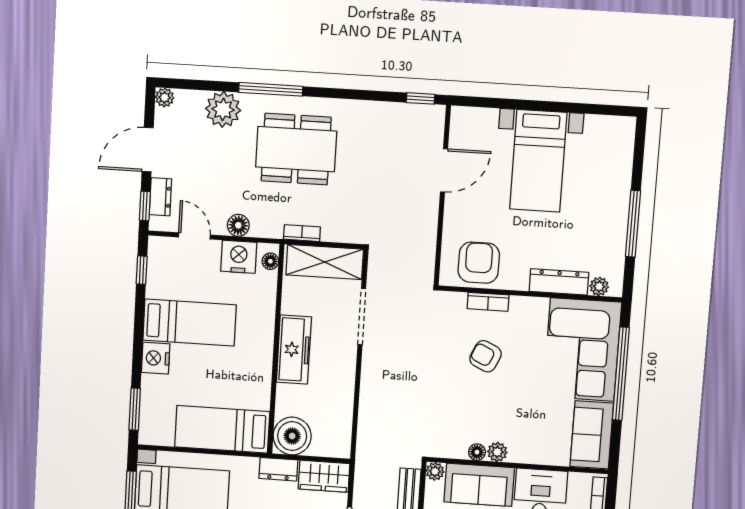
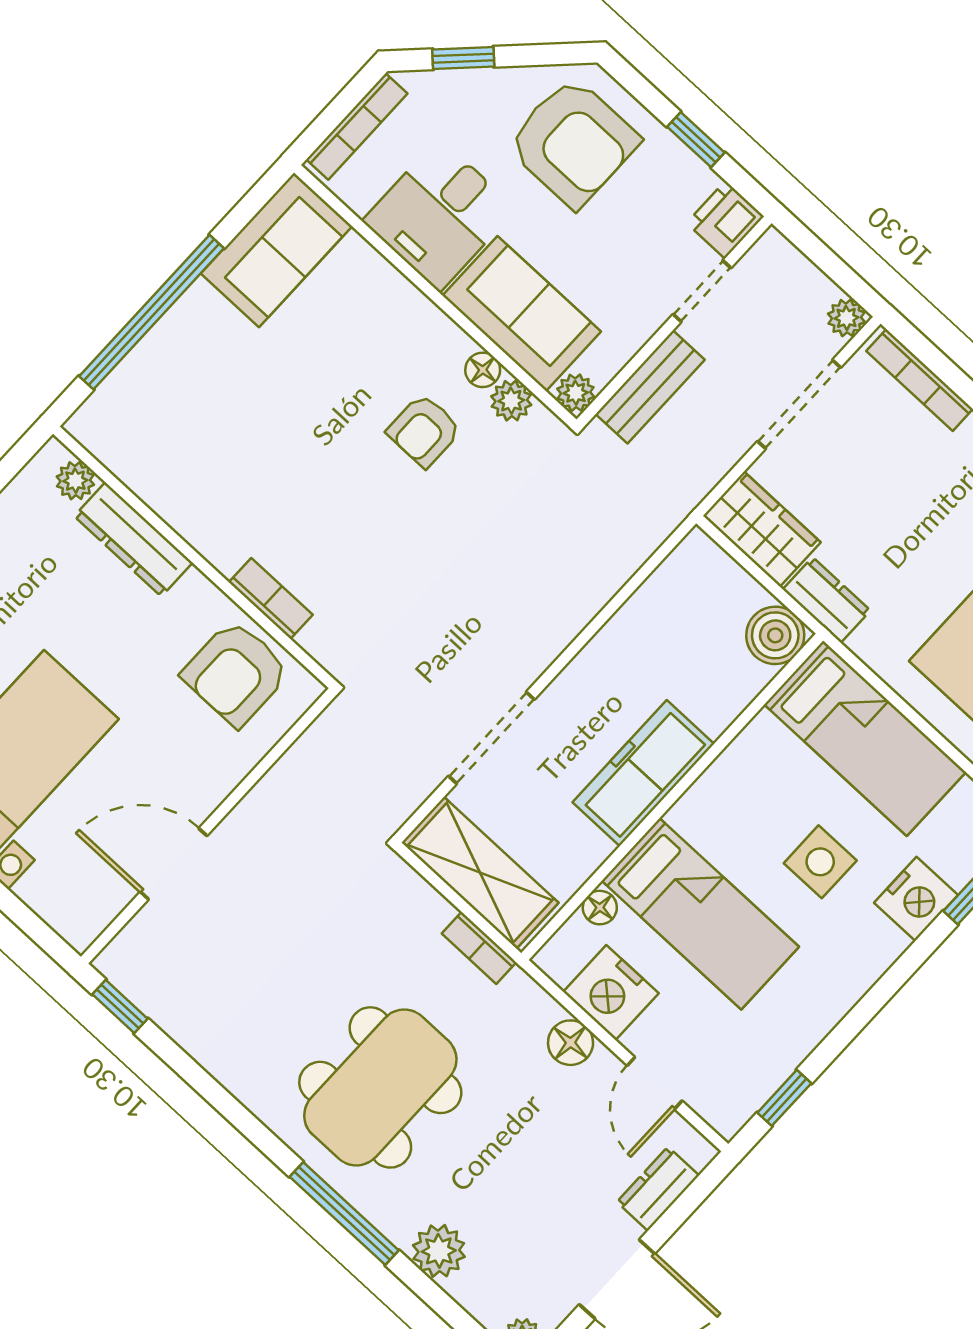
plant: (223, 109) -> (439, 1251), width x0.73, depth x0.73
dining table: (296, 149) -> (380, 1087), turned 90
window: (145, 206) -> (695, 1195), removed
floor lamp: (270, 261) -> (600, 908), moved
bed: (190, 323) -> (700, 914), moved, turned 180
corner sofa: (582, 350) -> (182, 401), removed
armchair: (486, 356) -> (424, 431), moved, turned 65
nightstand: (156, 358) -> (916, 899), moved
side table: (201, 370) -> (820, 862), added
boiler: (292, 436) -> (775, 635), width x0.73, depth x0.73
plant: (497, 452) -> (511, 401), moved

